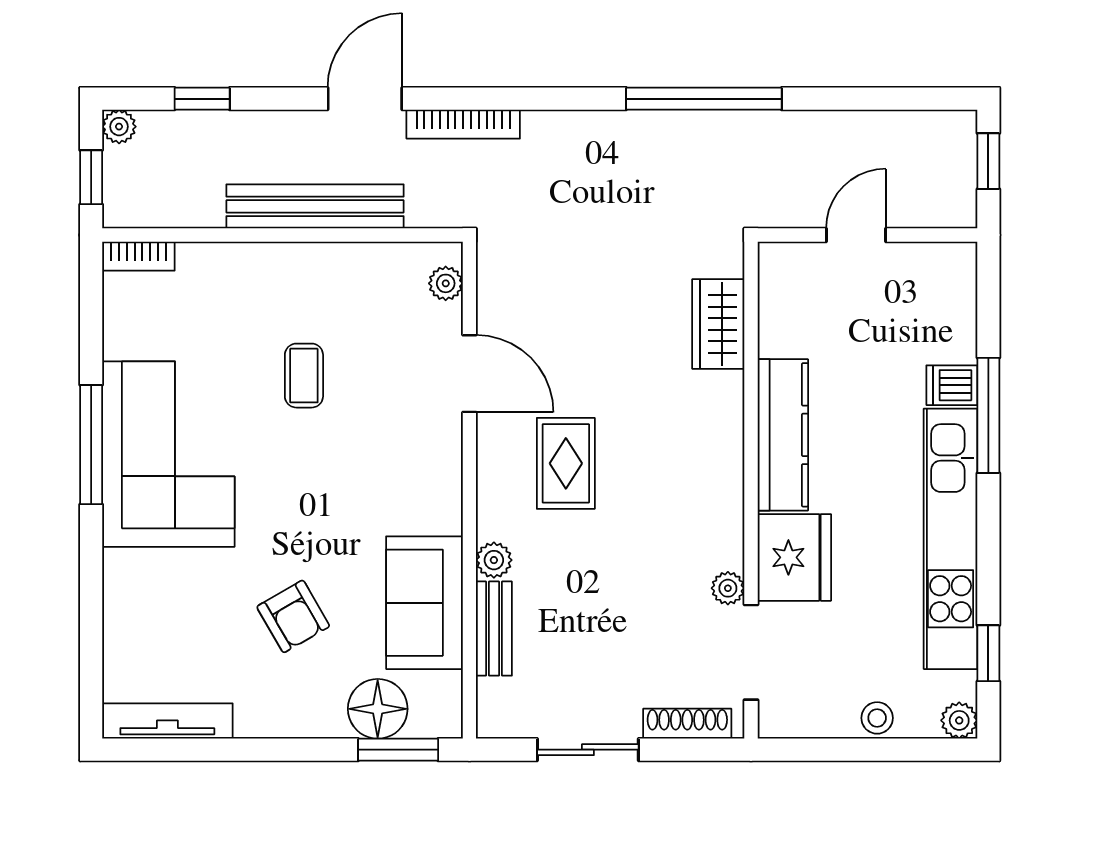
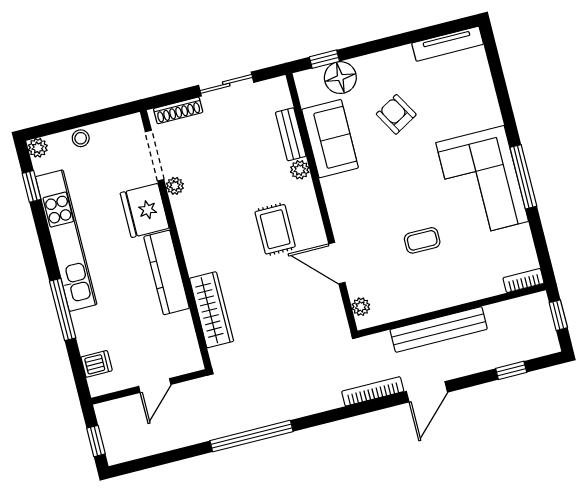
plant: (119, 127) -> (550, 345), removed
wardrobe: (718, 324) -> (212, 310), width x1.50
coffee table: (304, 376) -> (422, 240), turned 90
dishwasher: (952, 385) -> (97, 364), moved
window: (398, 750) -> (324, 59), width x0.67

